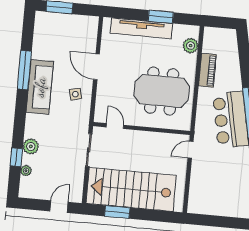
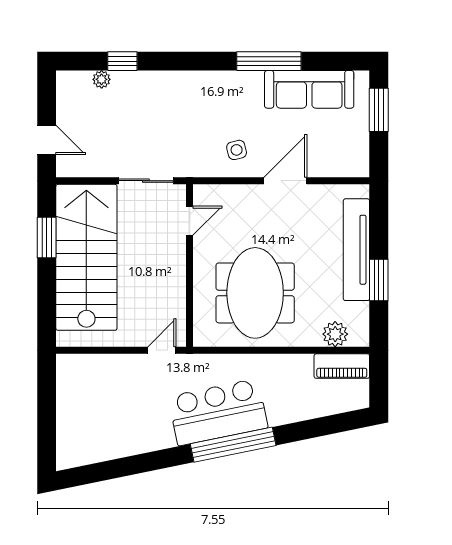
piano: (207, 70) -> (342, 366), moved
sofa: (40, 87) -> (309, 89), moved
plant: (31, 146) -> (143, 84), removed
door: (191, 150) -> (162, 350), hinge flipped

